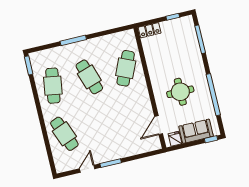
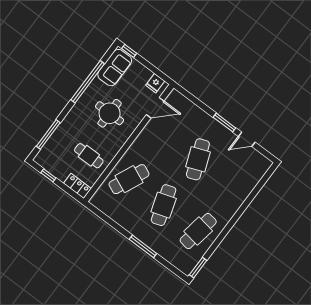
cafe table: (163, 54) -> (89, 156), added
sofa: (196, 131) -> (115, 68), moved, turned -90
cafe table: (64, 134) -> (198, 159), moved

